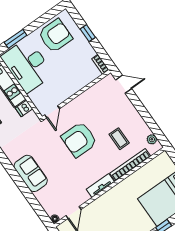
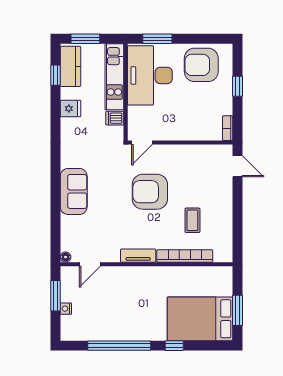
armchair: (55, 36) -> (201, 65), turned 180
plant: (152, 139) -> (226, 245), removed

